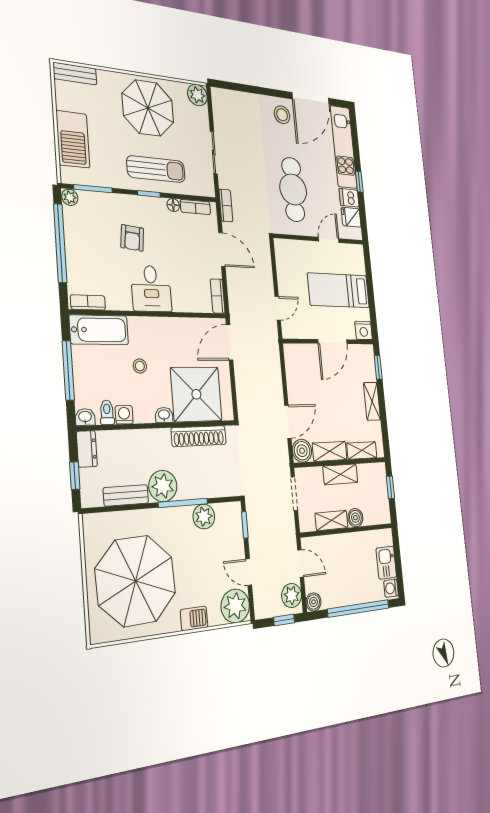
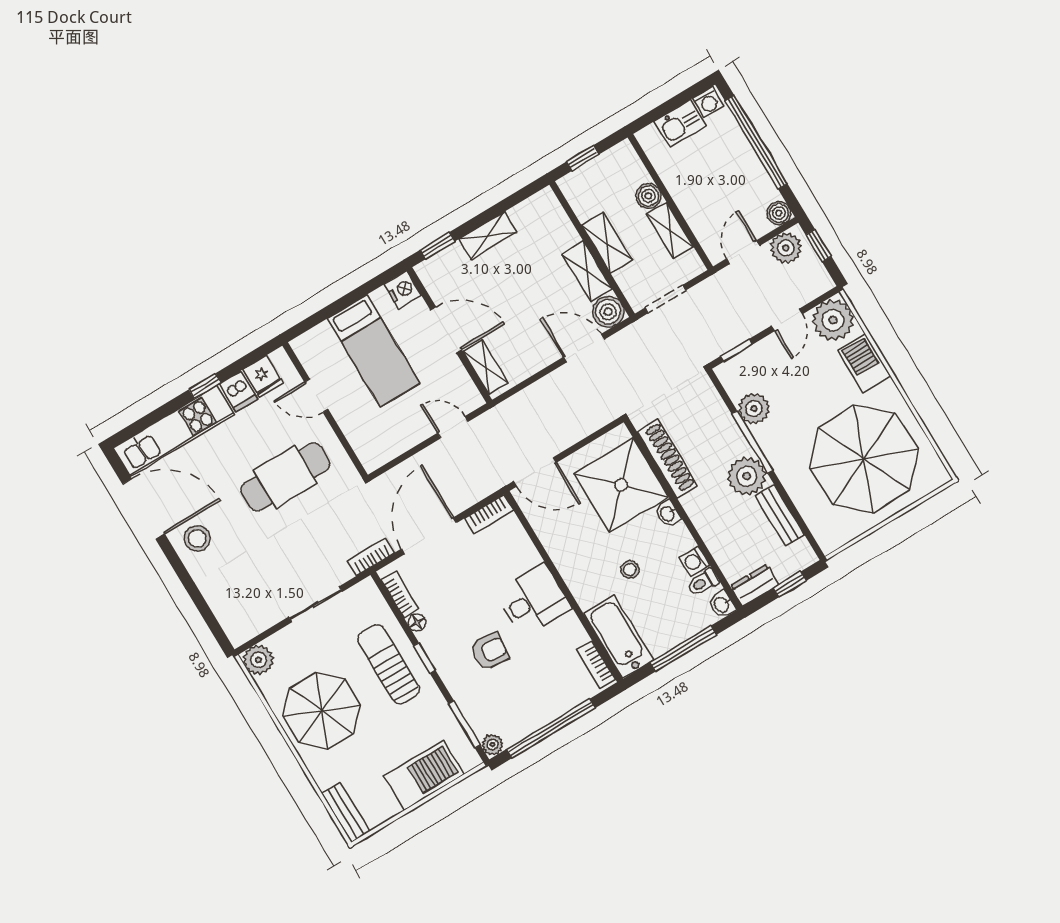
door: (222, 249) -> (429, 536), width x1.36
shelving: (362, 450) -> (486, 367), moved
barbecue: (194, 618) -> (864, 363), width x1.38, depth x1.27

